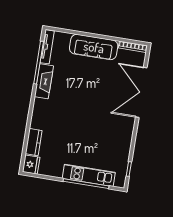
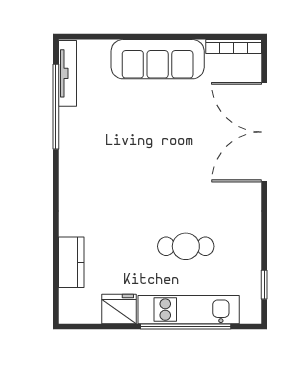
fireplace: (44, 81) -> (72, 141), removed
cafe table: (93, 143) -> (186, 246), added
fridge: (31, 165) -> (119, 309), moved, turned -90

